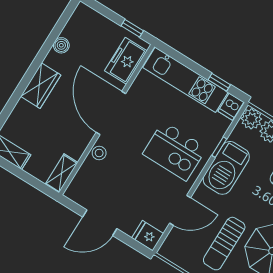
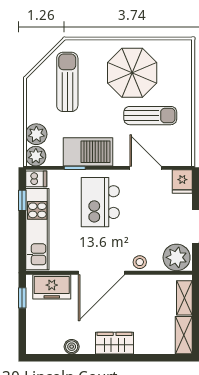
kitchen island: (175, 151) -> (100, 202), turned 180
shelving: (62, 173) -> (184, 298), moved, turned 90
plant: (83, 188) -> (177, 257), added

